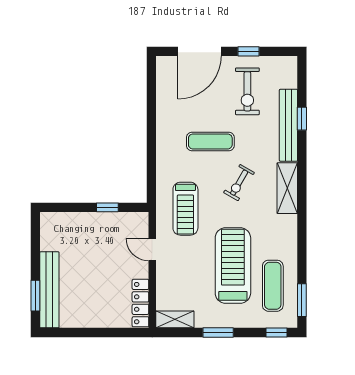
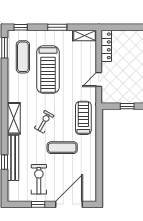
treadmill: (185, 209) -> (83, 118), moved
door: (152, 250) -> (99, 80), swing flipped

